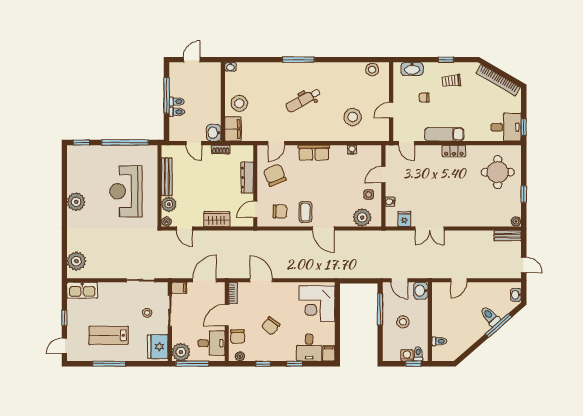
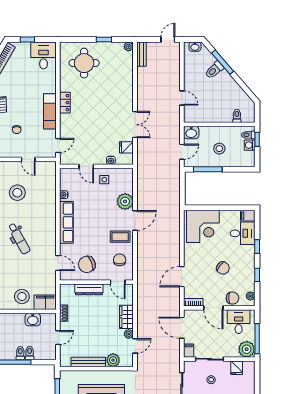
stool: (353, 117) -> (17, 193), moved
window: (524, 127) -> (27, 40), moved
washbasin: (214, 133) -> (33, 320), moved
row of seats: (314, 153) -> (66, 222), width x1.48
plant: (362, 217) -> (125, 201), moved
plant: (166, 222) -> (129, 334), moved
fridge: (158, 347) -> (237, 368), width x0.53, depth x0.75

